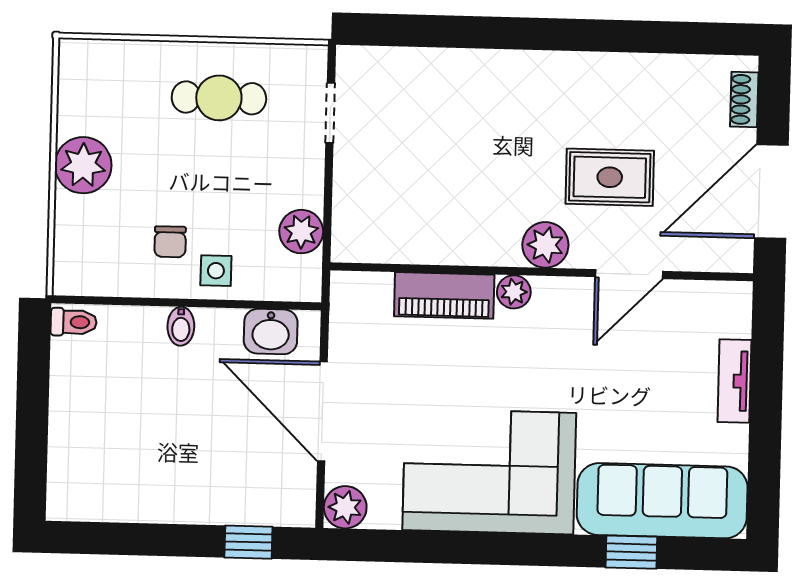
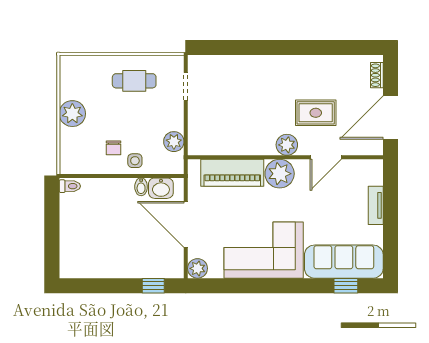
plant: (514, 292) -> (280, 174), width x1.88, depth x1.88
piano: (444, 295) -> (232, 173), width x1.37, depth x1.33
bidet: (181, 326) -> (141, 187), moved
window: (631, 552) -> (346, 286), moved

